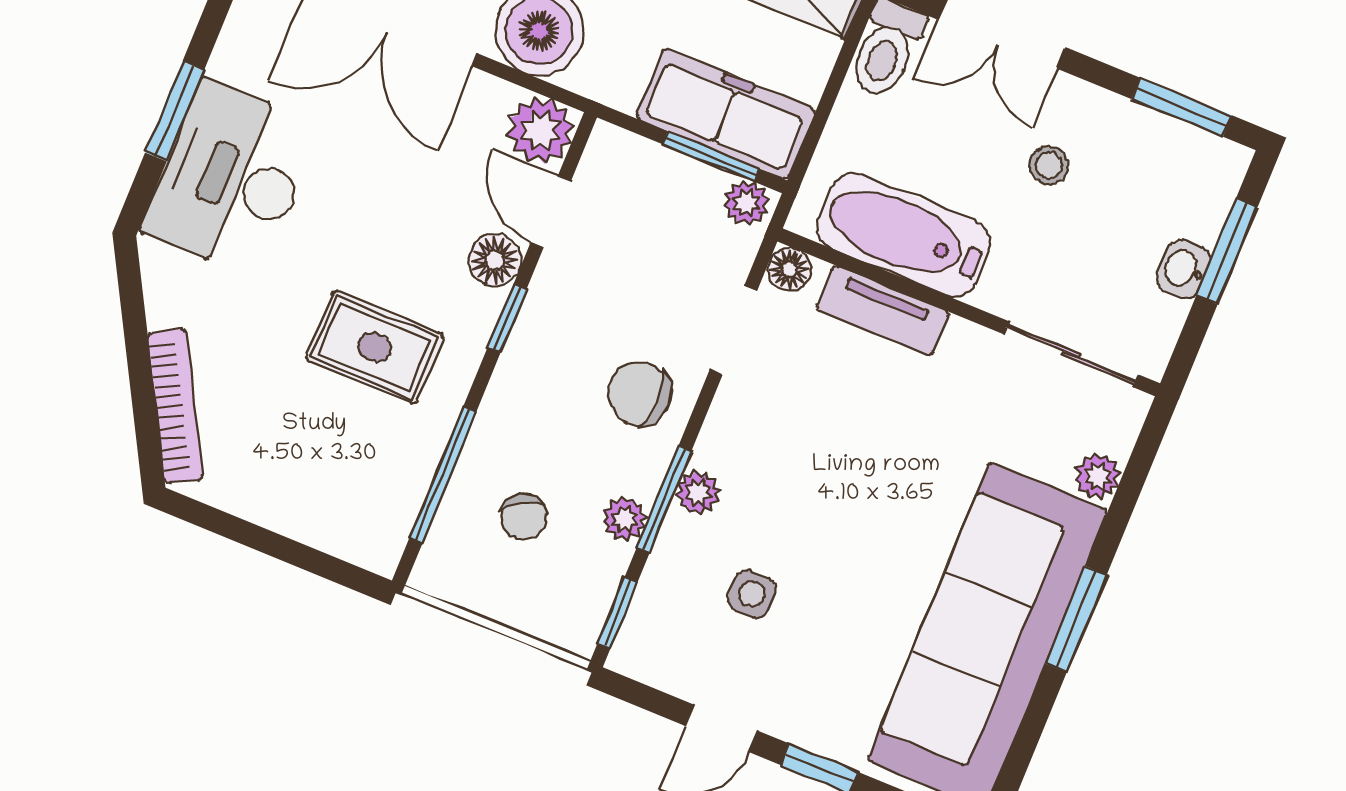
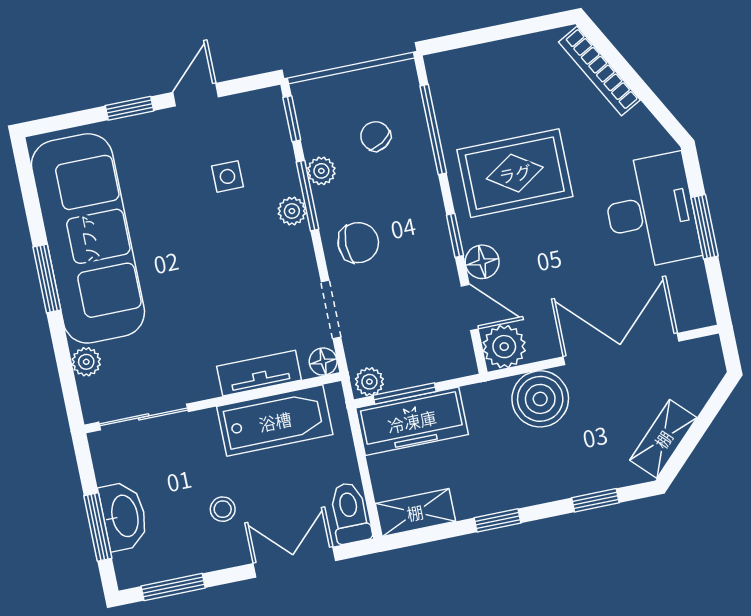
washbasin: (1183, 269) -> (124, 516), width x1.91, depth x1.45
rug: (375, 347) -> (515, 173), width x1.36, depth x1.43

